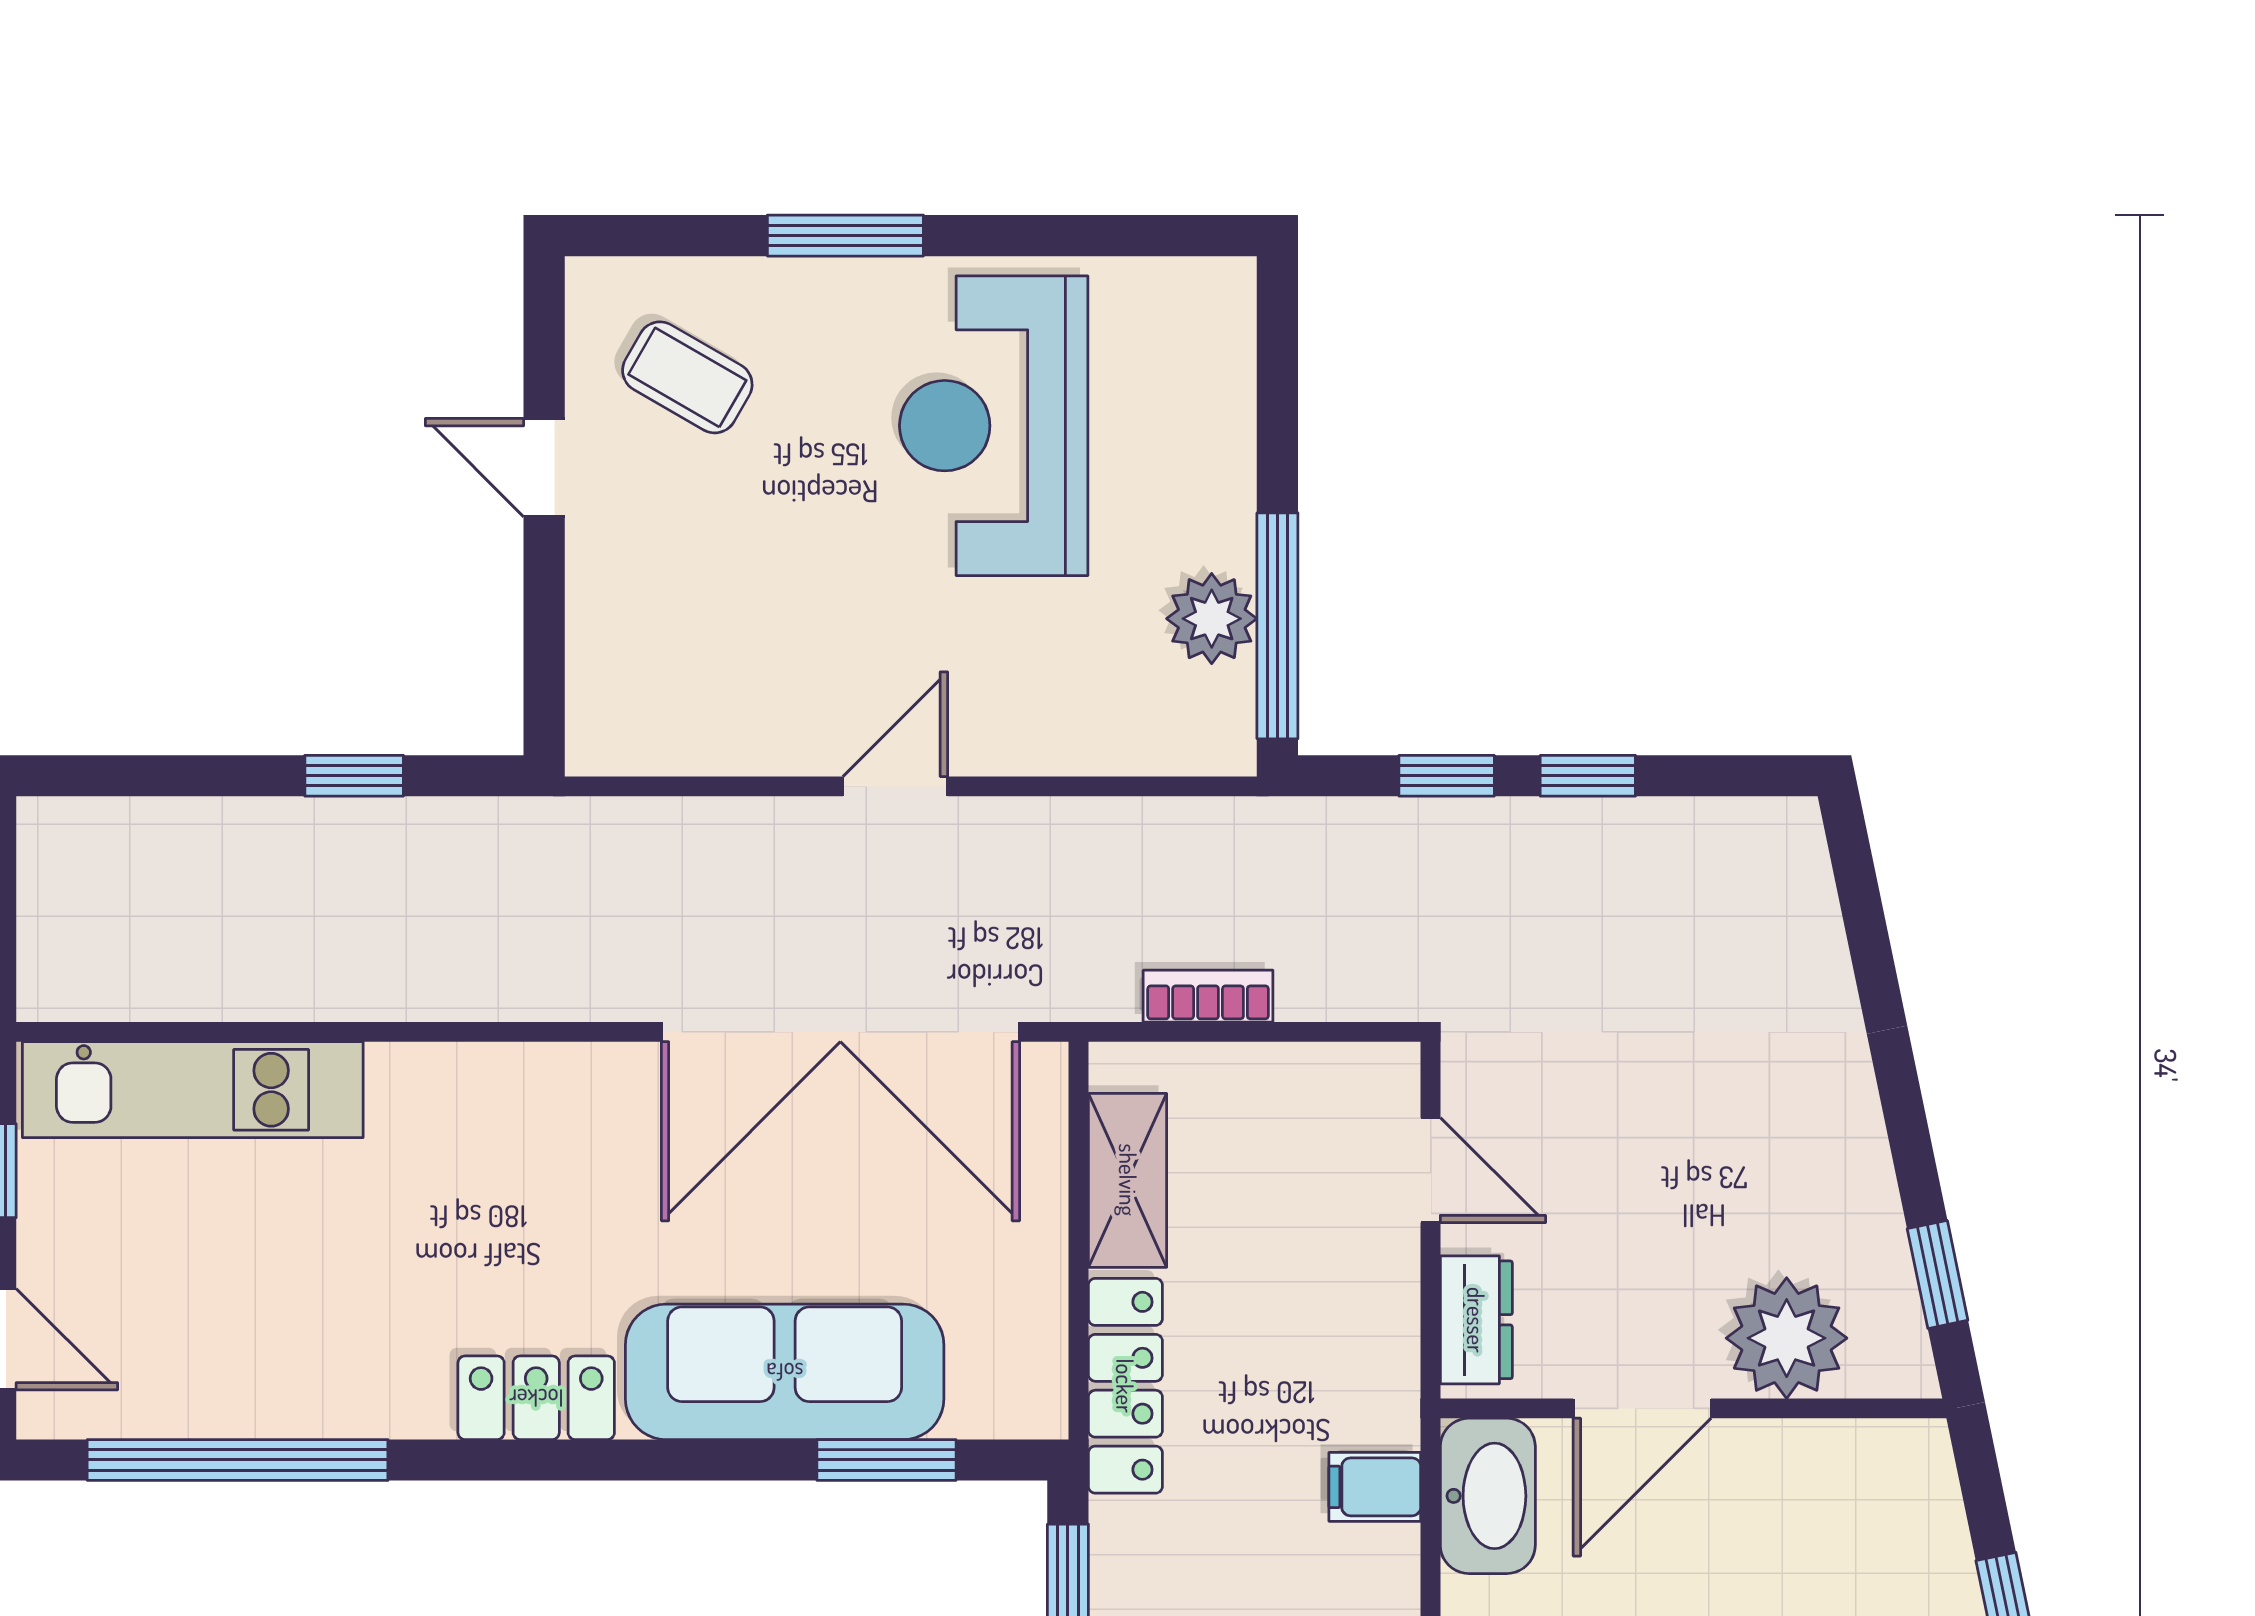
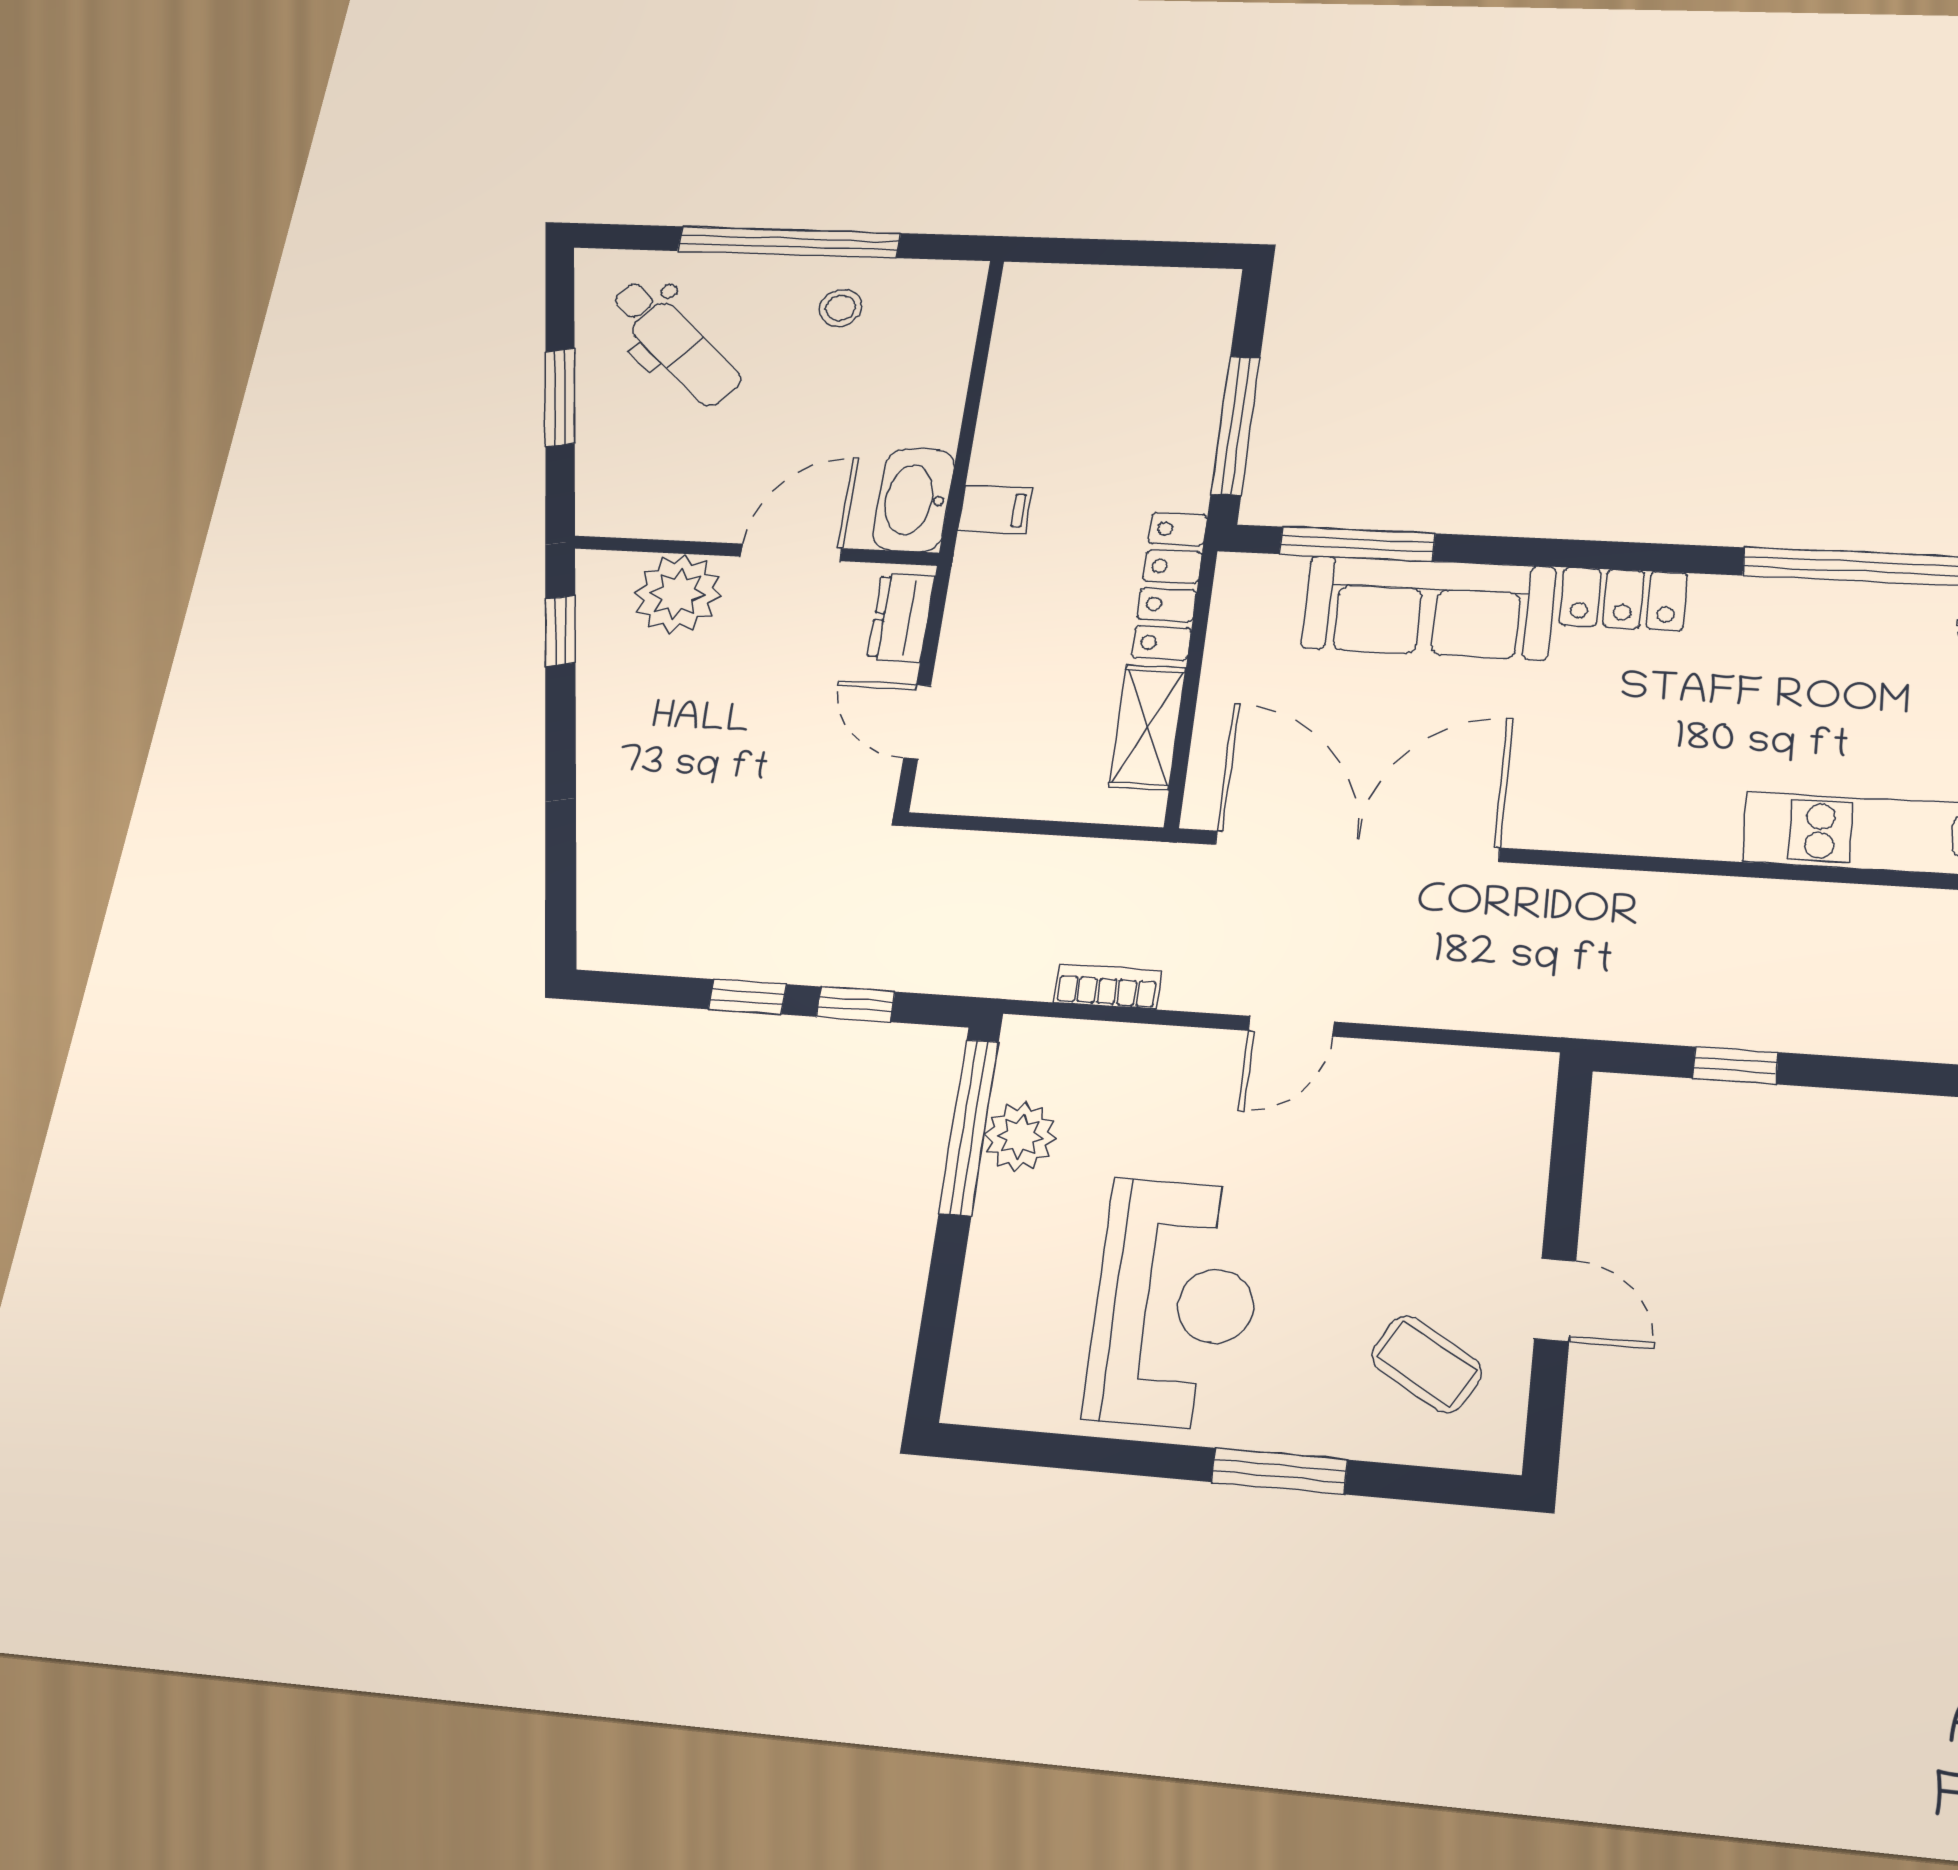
bookcase: (1208, 996) -> (1108, 987), moved, turned 180
window: (886, 1460) -> (1357, 544), width x1.44

